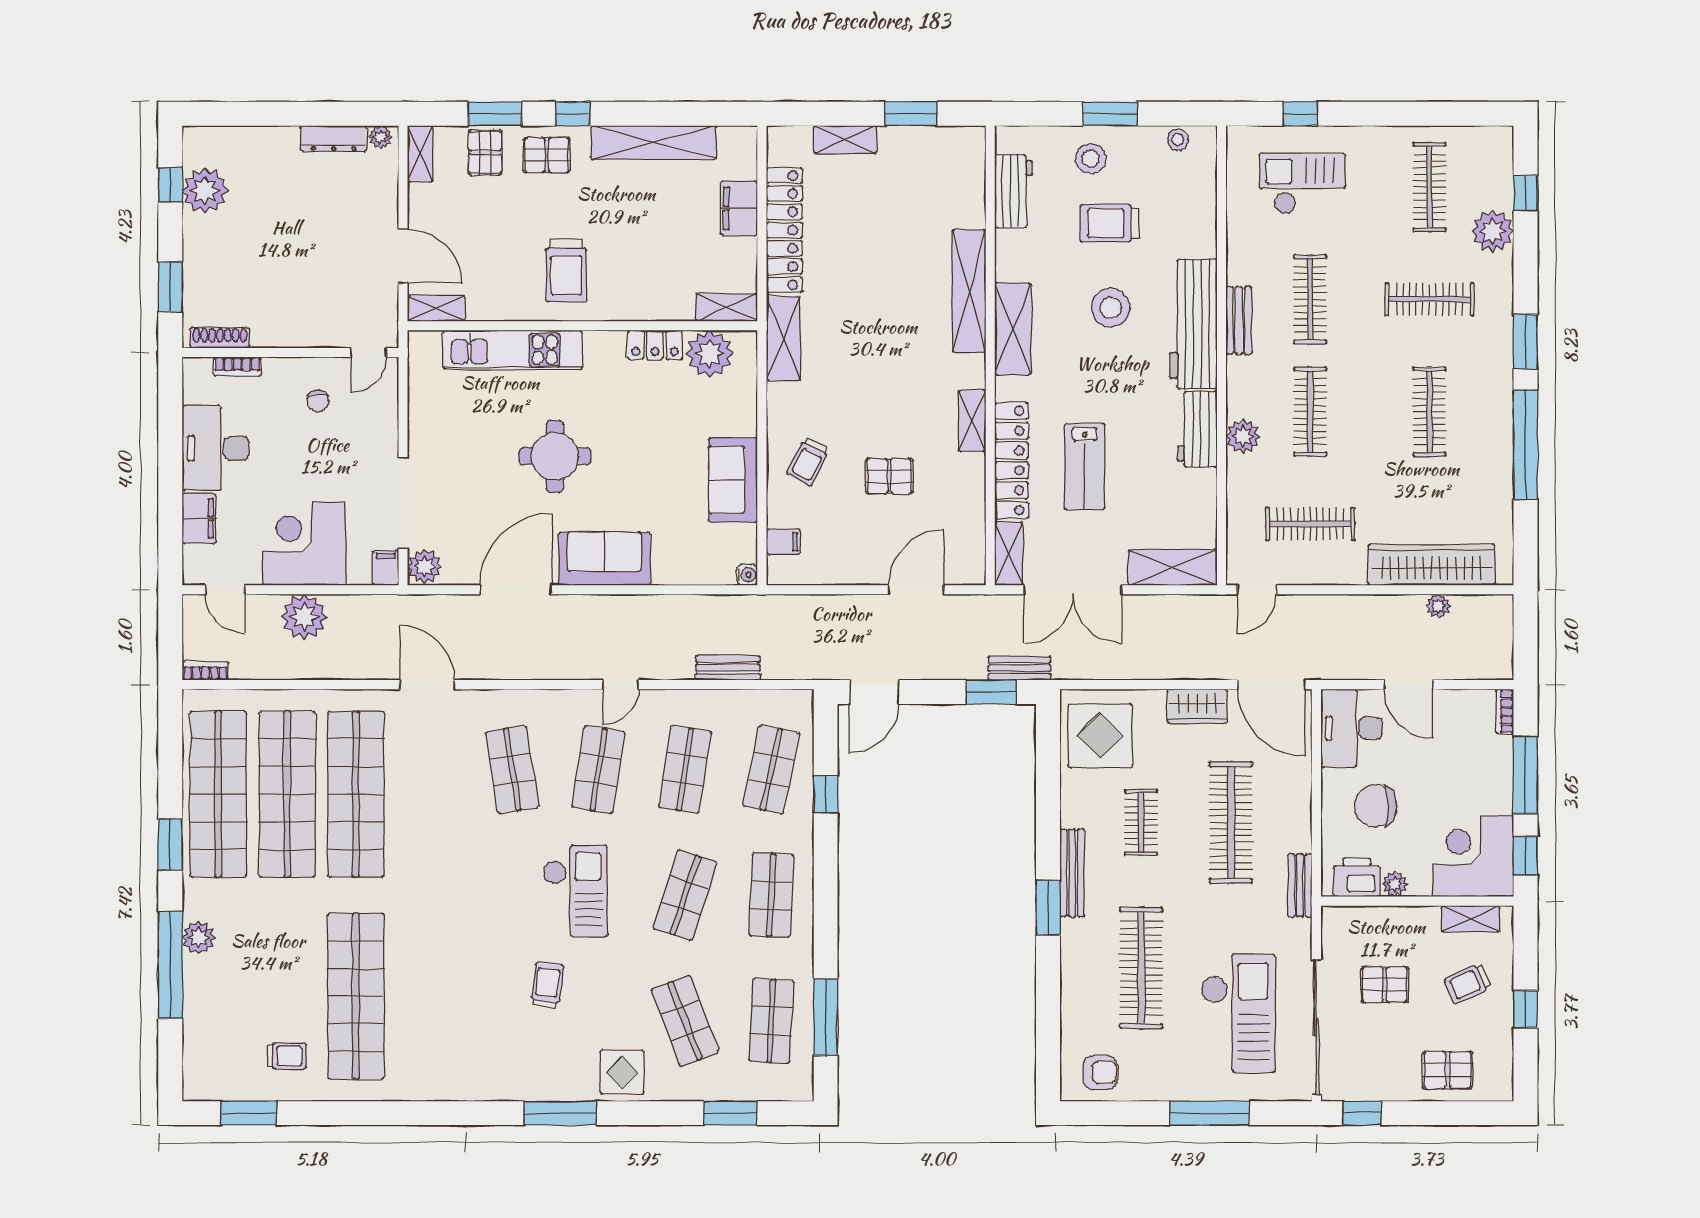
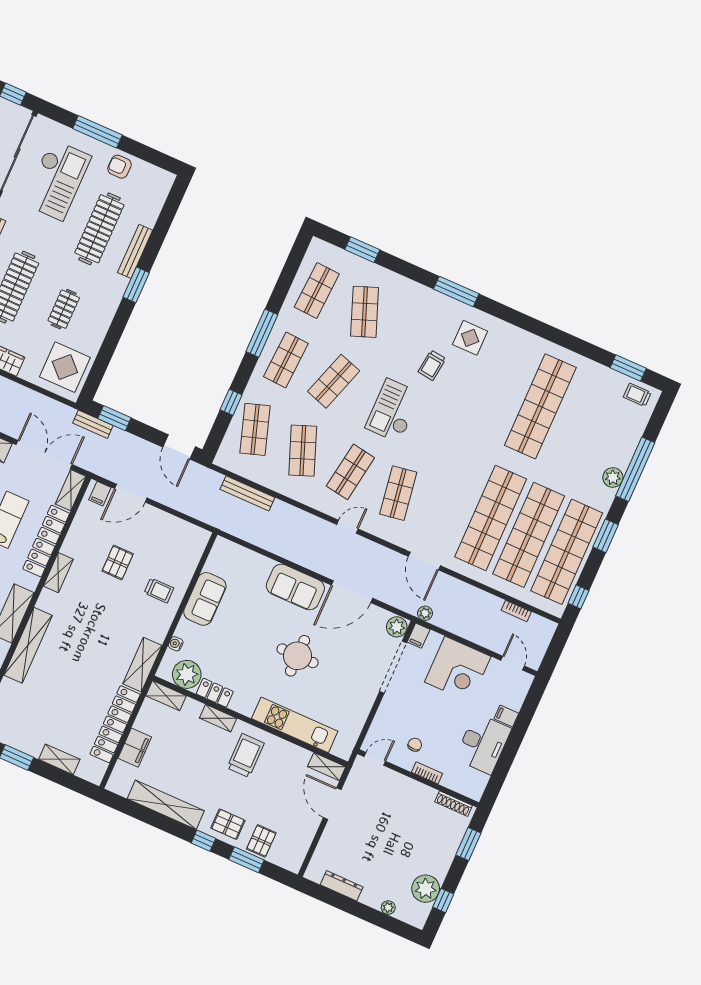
plant: (380, 137) -> (388, 908), moved
shelving: (420, 154) -> (218, 718), moved, turned 90
bookcase: (237, 366) -> (427, 773), moved
trolley: (808, 462) -> (159, 590), turned 62
pallet: (889, 476) -> (118, 562), turned 90
filing cabinet: (199, 518) -> (506, 716), width x0.50
filing cabinet: (783, 542) -> (100, 494), moved, turned -90
water cooler: (747, 575) -> (176, 644), moved
plant: (304, 617) -> (425, 613), moved, width x0.53, depth x0.53
bench: (728, 668) -> (247, 493), width x1.36
bookcase: (205, 671) -> (516, 611), moved
door: (621, 685) -> (347, 527), moved
door: (874, 692) -> (179, 447), swing flipped
window: (170, 734) -> (578, 597), added
shop shelf: (685, 770) -> (303, 451), turned -30
shop shelf: (771, 770) -> (255, 429), turned -30
bench: (1072, 873) -> (135, 251), moved
checkout: (1238, 1013) -> (57, 180), turned 180
window: (826, 1017) -> (262, 333), moved
trolley: (287, 1056) -> (637, 395), moved
display table: (622, 1072) -> (470, 338), moved
armchair: (1100, 1072) -> (119, 167), moved

